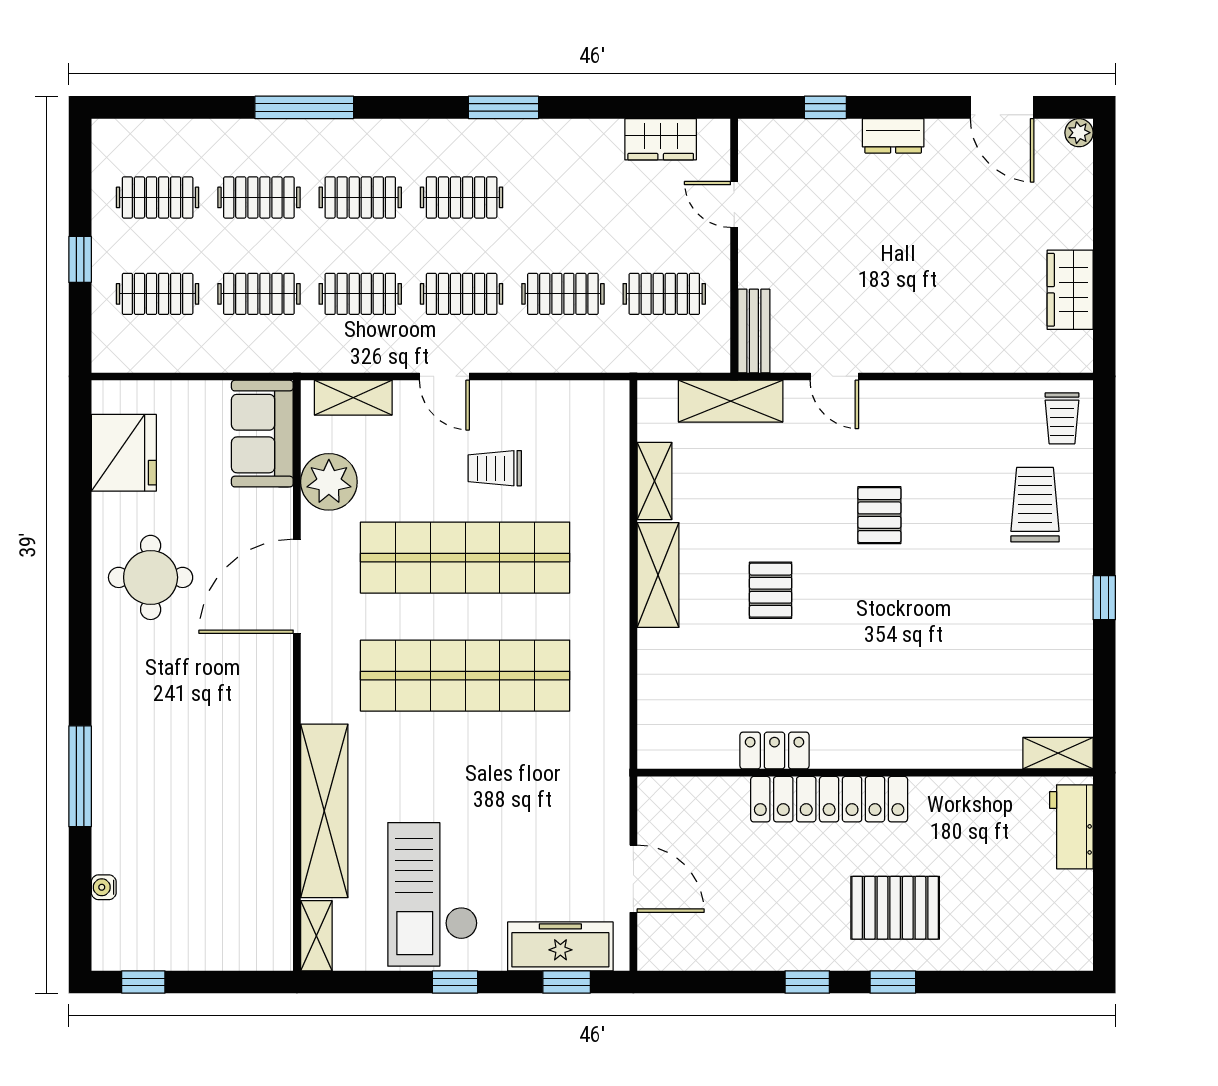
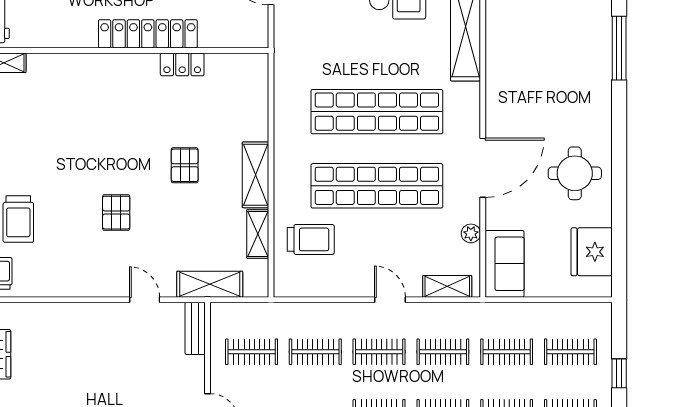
trolley: (495, 468) -> (311, 239), moved, width x1.36, depth x1.39
plant: (329, 482) -> (471, 233), width x0.53, depth x0.53

